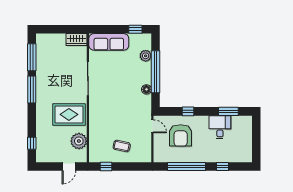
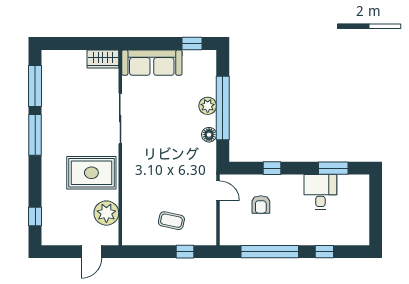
plant: (146, 56) -> (208, 106), moved
armchair: (181, 135) -> (261, 204), width x0.53, depth x0.53
window: (106, 166) -> (185, 252), moved

